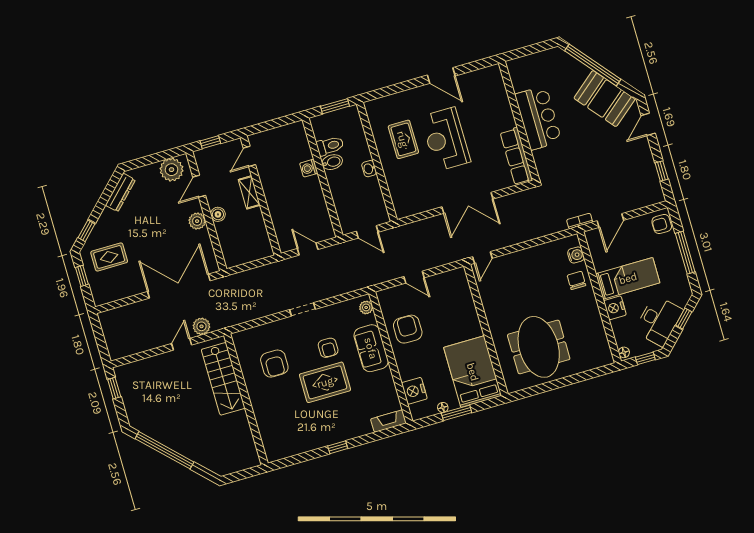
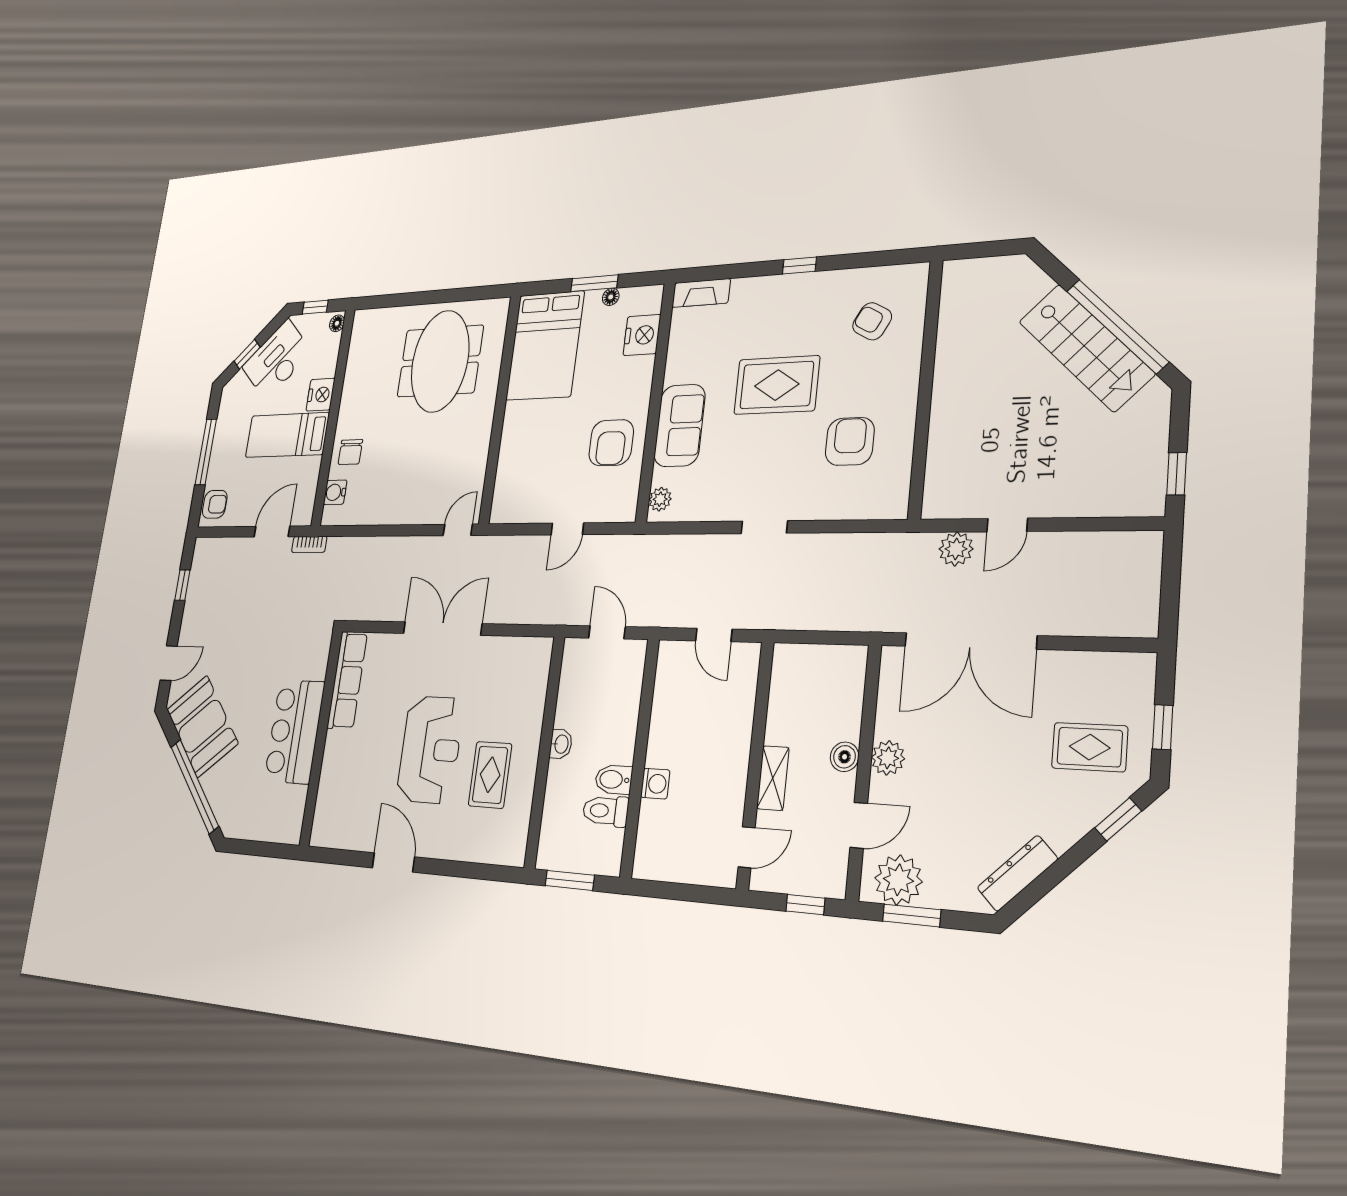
window: (160, 157) -> (912, 915), added
door: (414, 277) -> (567, 529), swing flipped
armchair: (328, 348) -> (872, 321), moved, turned -61
stairs: (223, 379) -> (1086, 348), moved, turned 135

